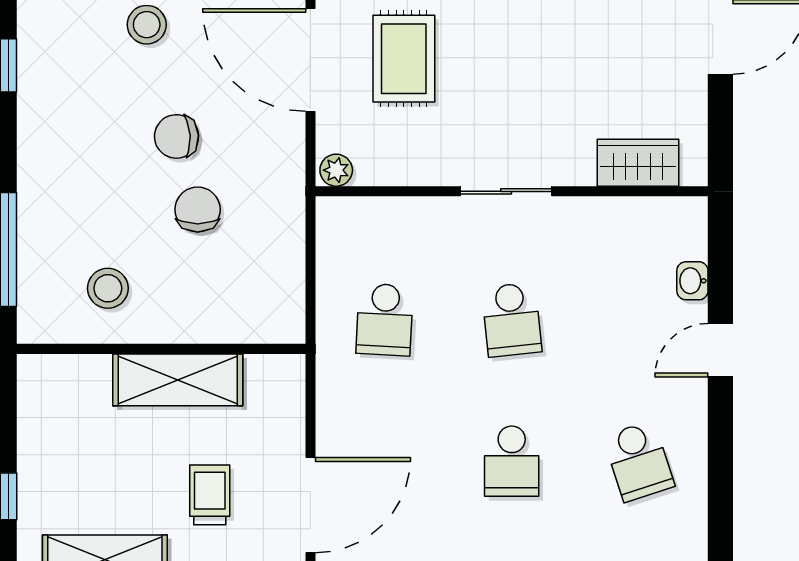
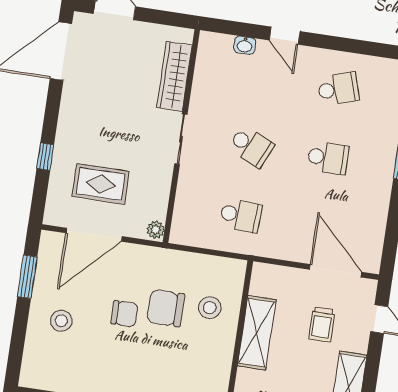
chair: (176, 136) -> (124, 314), turned -87
wardrobe: (638, 163) -> (174, 76), width x1.50
chair: (198, 209) -> (166, 308), width x1.37, depth x1.37
stool: (108, 288) -> (210, 308), moved
school desk: (512, 320) -> (251, 146), turned 30
trolley: (210, 495) -> (322, 325), turned -90

